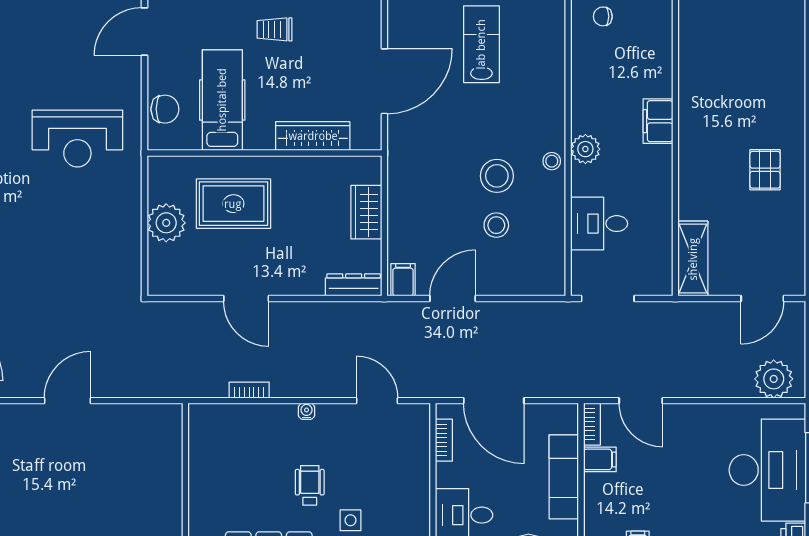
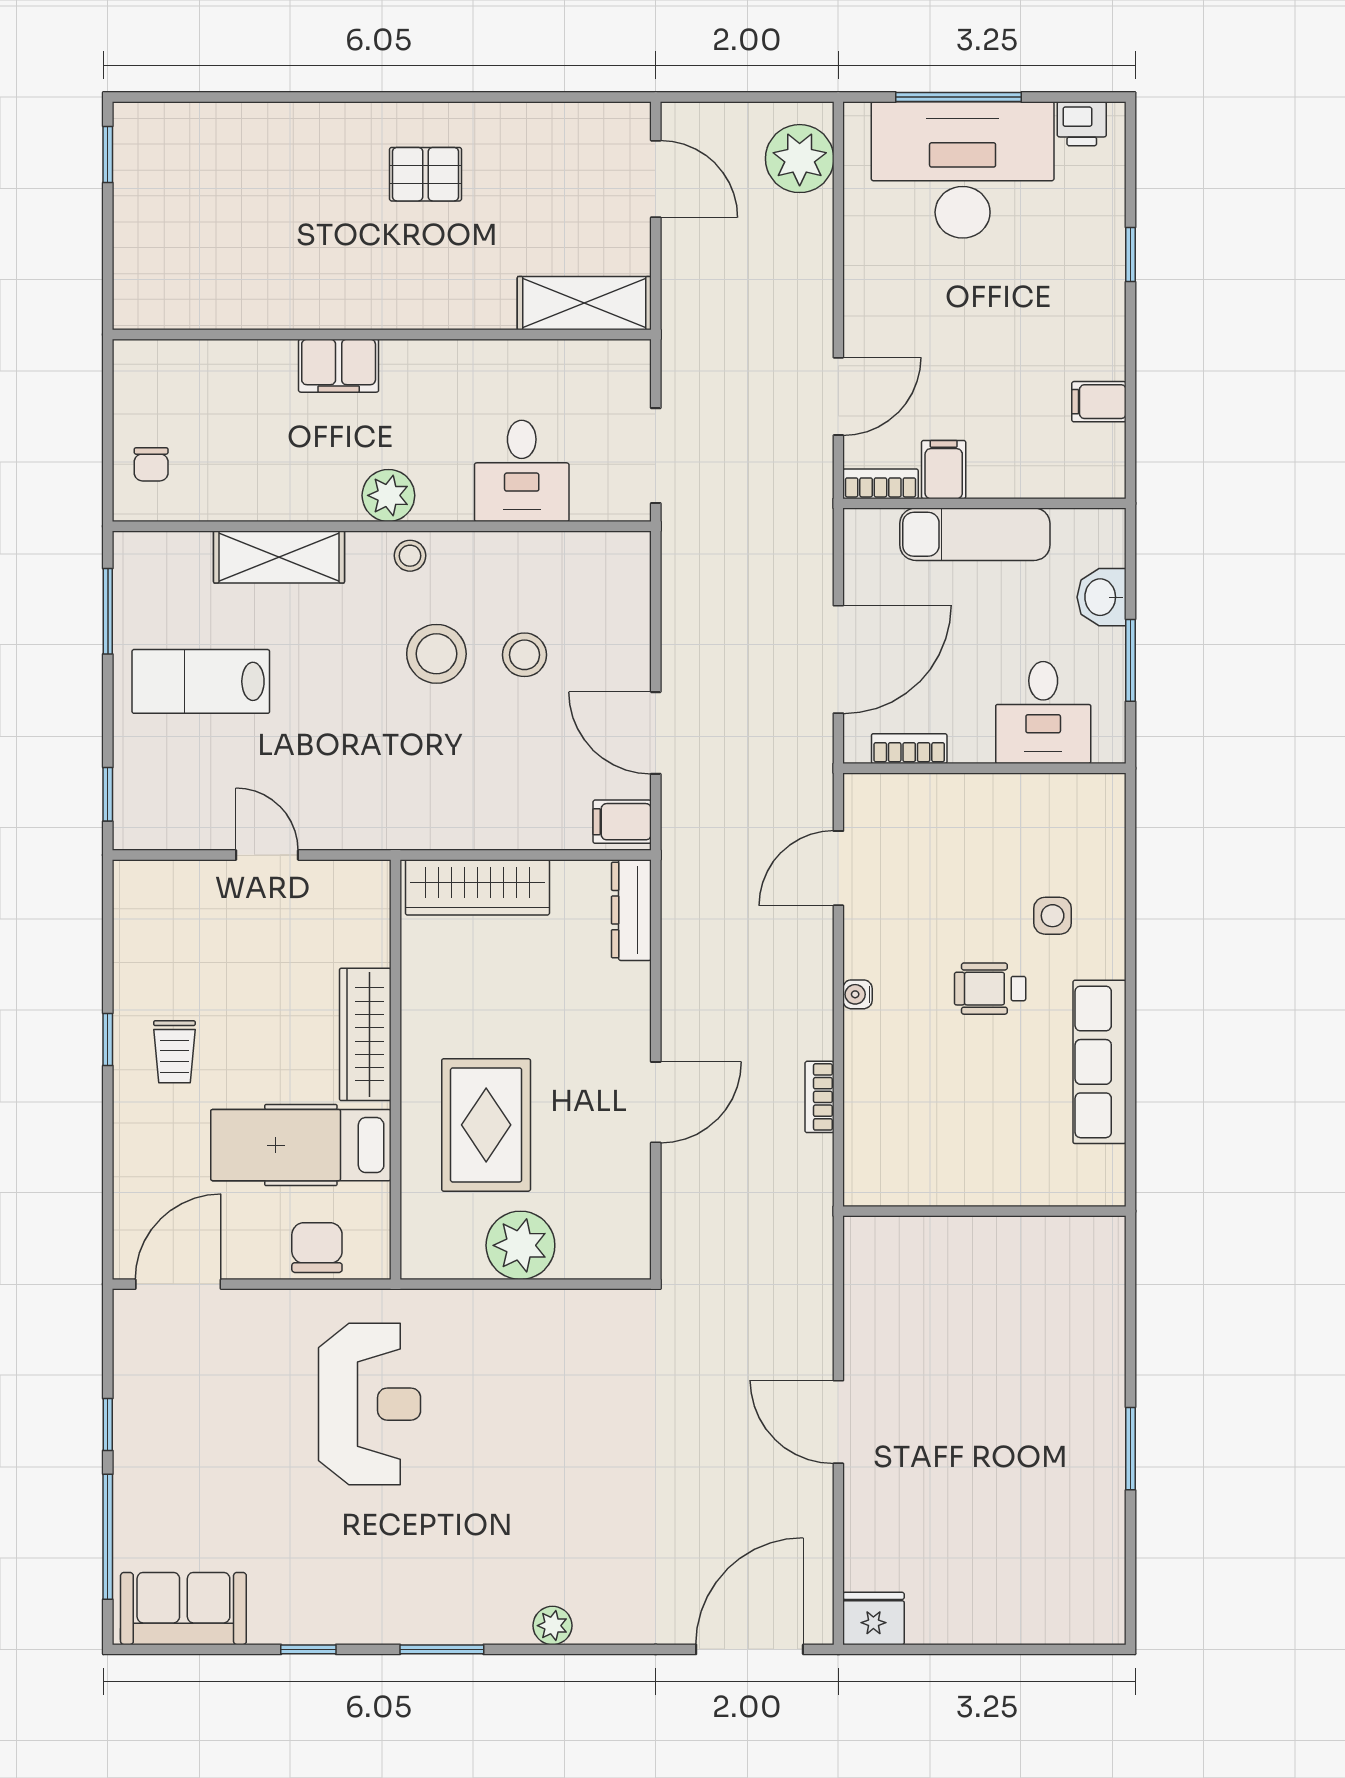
door: (144, 31) -> (178, 1284), swing flipped
door: (384, 81) -> (267, 855), width x0.53
shelving: (551, 88) -> (279, 557), added
wardrobe: (313, 136) -> (365, 1034), moved
wardrobe: (366, 212) -> (477, 887), width x1.50

